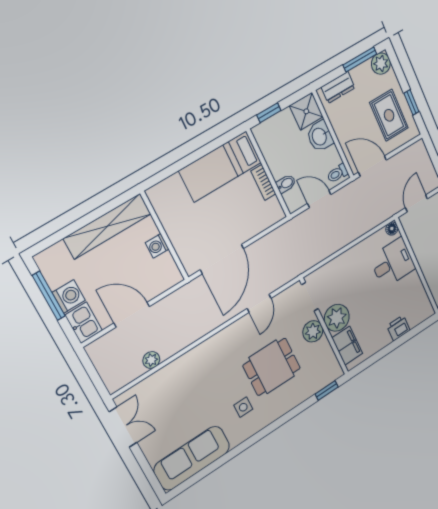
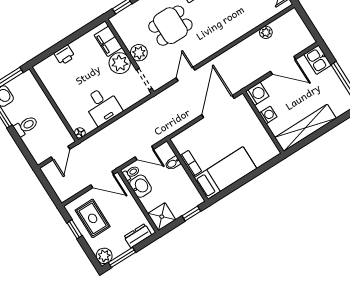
washbasin: (320, 136) -> (140, 186), moved
desk: (393, 263) -> (102, 106), moved, turned -90
washing machine: (69, 296) -> (257, 94), moved, turned 180

